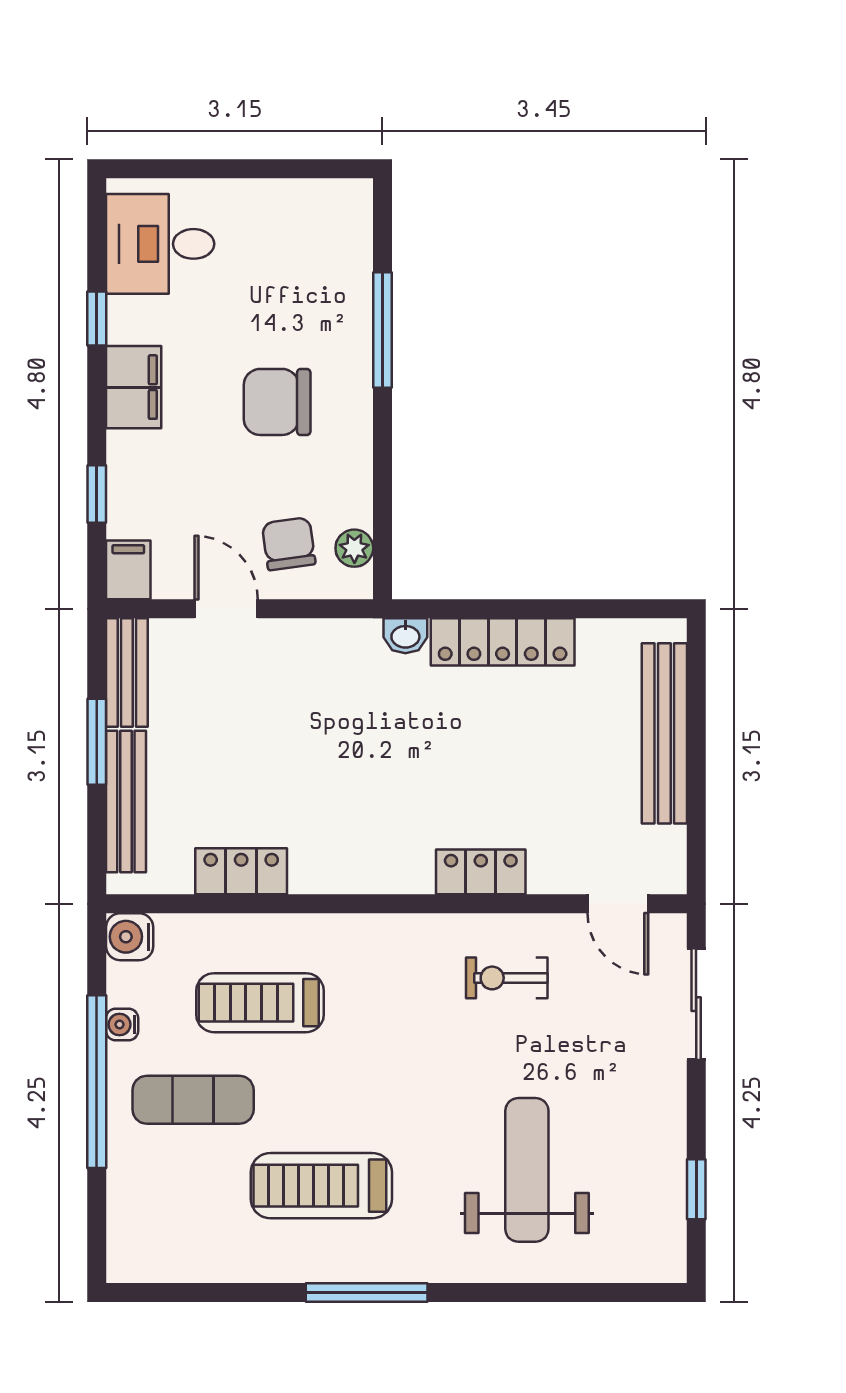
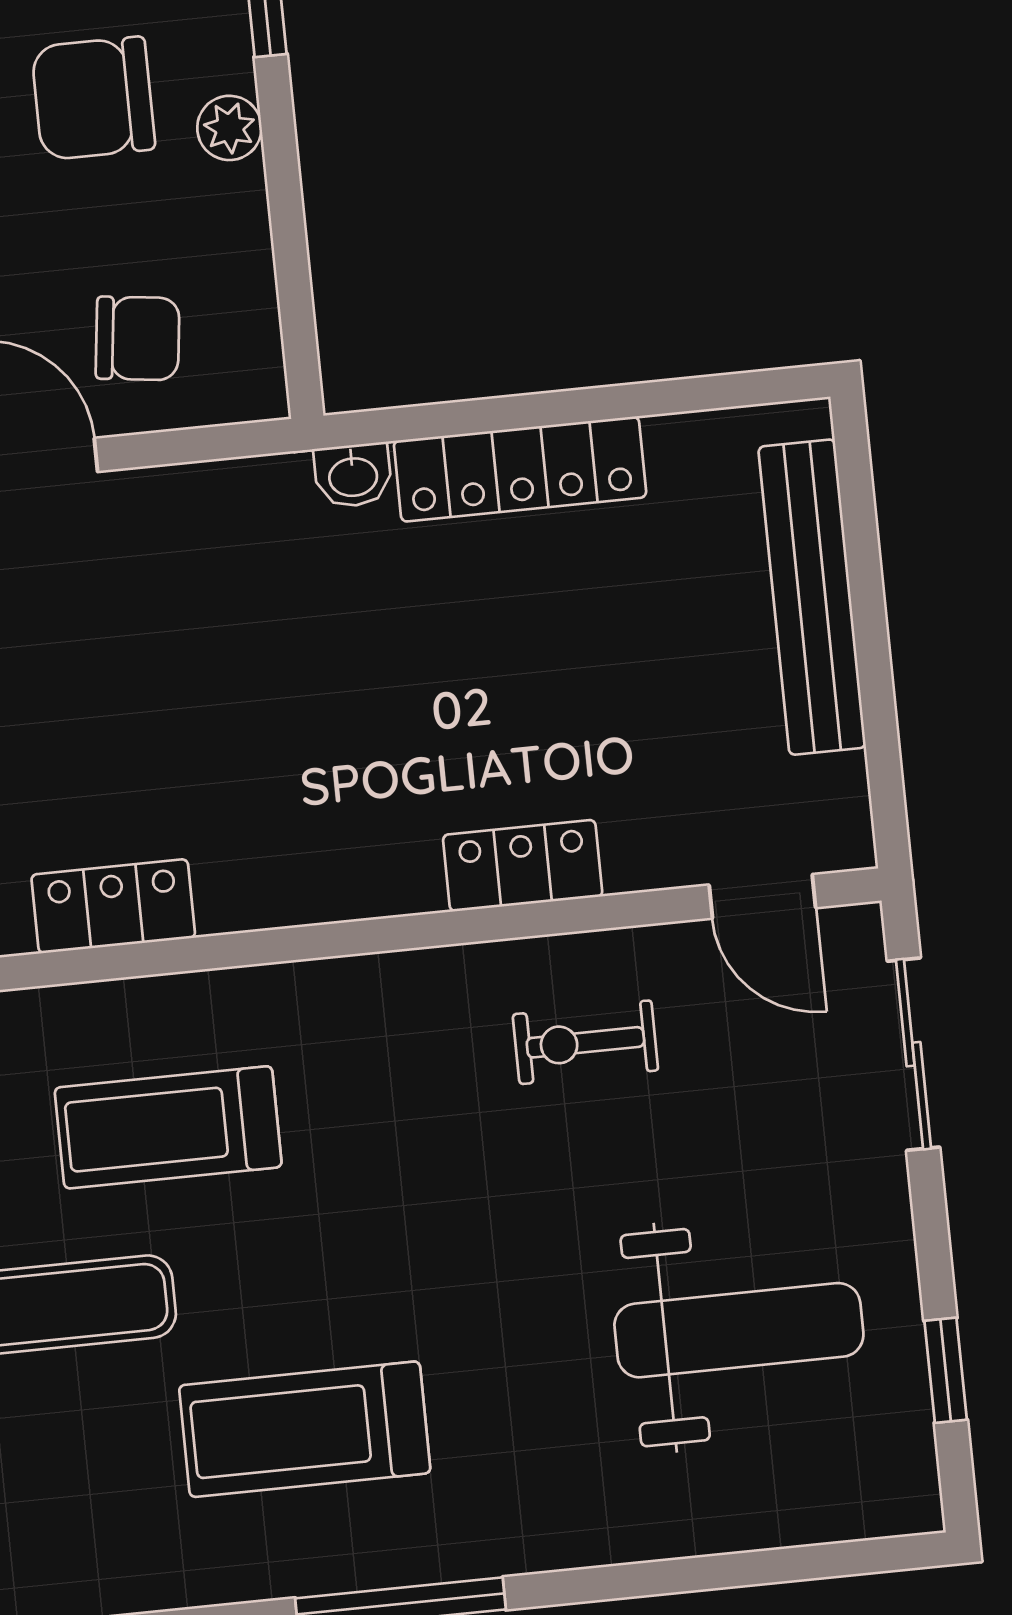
chair: (289, 544) -> (138, 338), turned 105
plant: (354, 548) -> (229, 128), moved
weight bench: (527, 1170) -> (739, 1330), moved, turned 90

